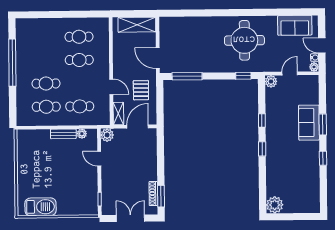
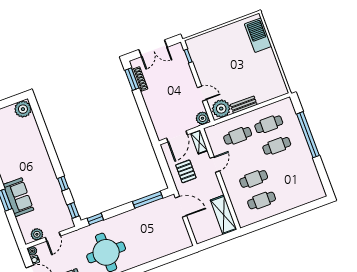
shelving: (137, 25) -> (224, 215), moved, turned 90
window: (12, 63) -> (308, 135), moved
plant: (271, 81) -> (37, 234), moved
door: (111, 87) -> (215, 165), swing flipped
plant: (82, 134) -> (221, 109), width x1.87, depth x1.87
window: (262, 149) -> (73, 210), moved
barbecue: (40, 207) -> (258, 35), moved, turned 90

